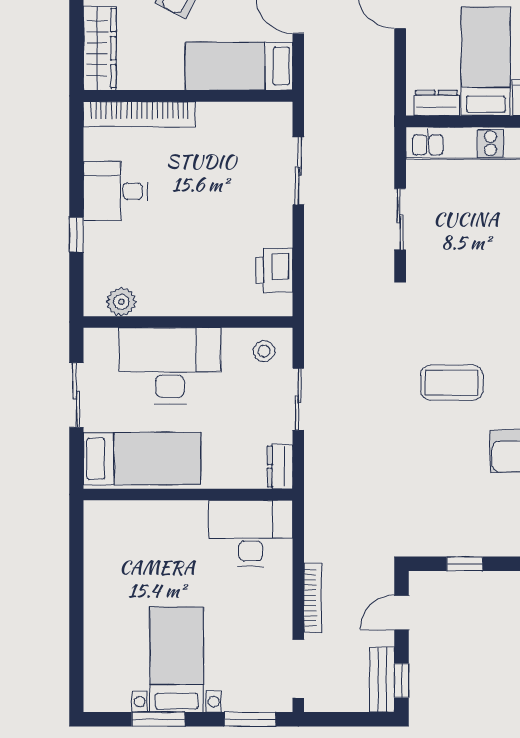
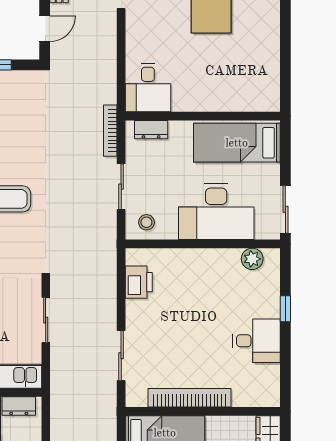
bookcase: (139, 114) -> (190, 398), moved
sliding door: (76, 395) -> (285, 209), moved
dresser: (280, 466) -> (151, 130), moved, turned 90
desk: (251, 533) -> (148, 88), width x0.73
bookcase: (313, 598) -> (110, 131), moved

